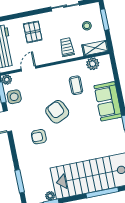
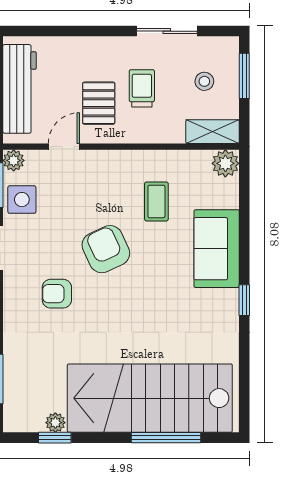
pallet: (33, 32) -> (99, 103), moved
trolley: (67, 47) -> (142, 88), moved
plant: (93, 64) -> (225, 163), moved

